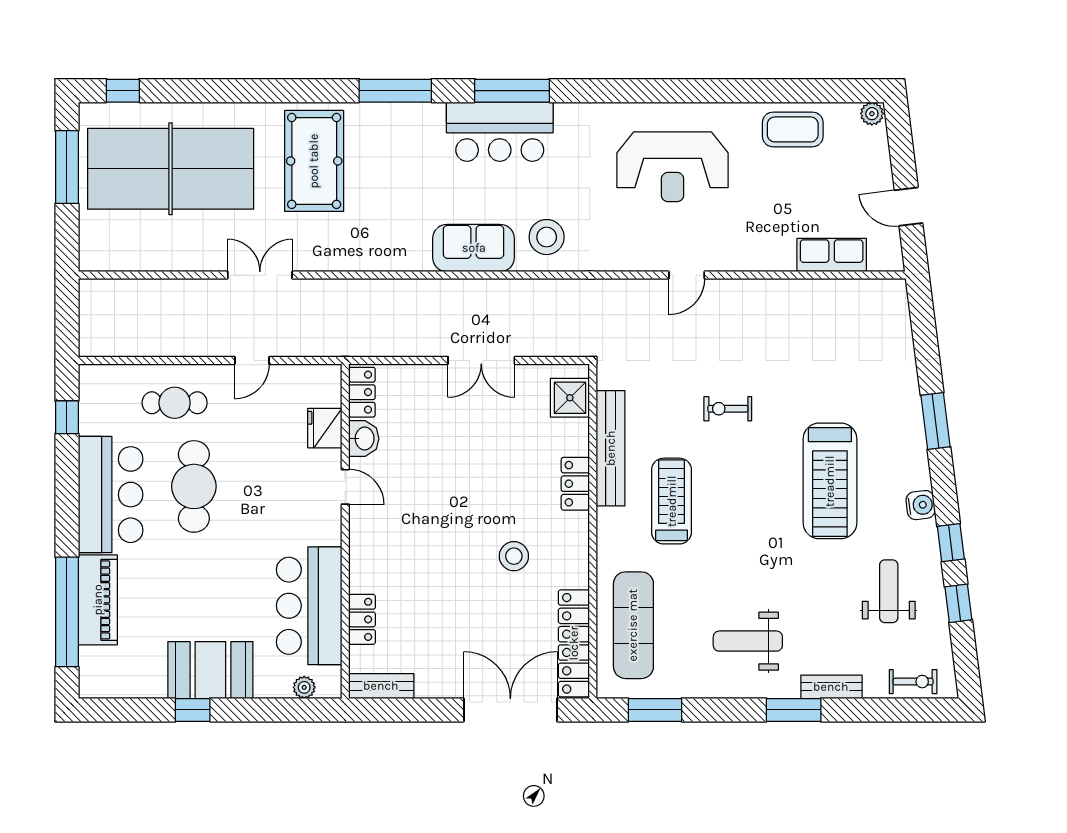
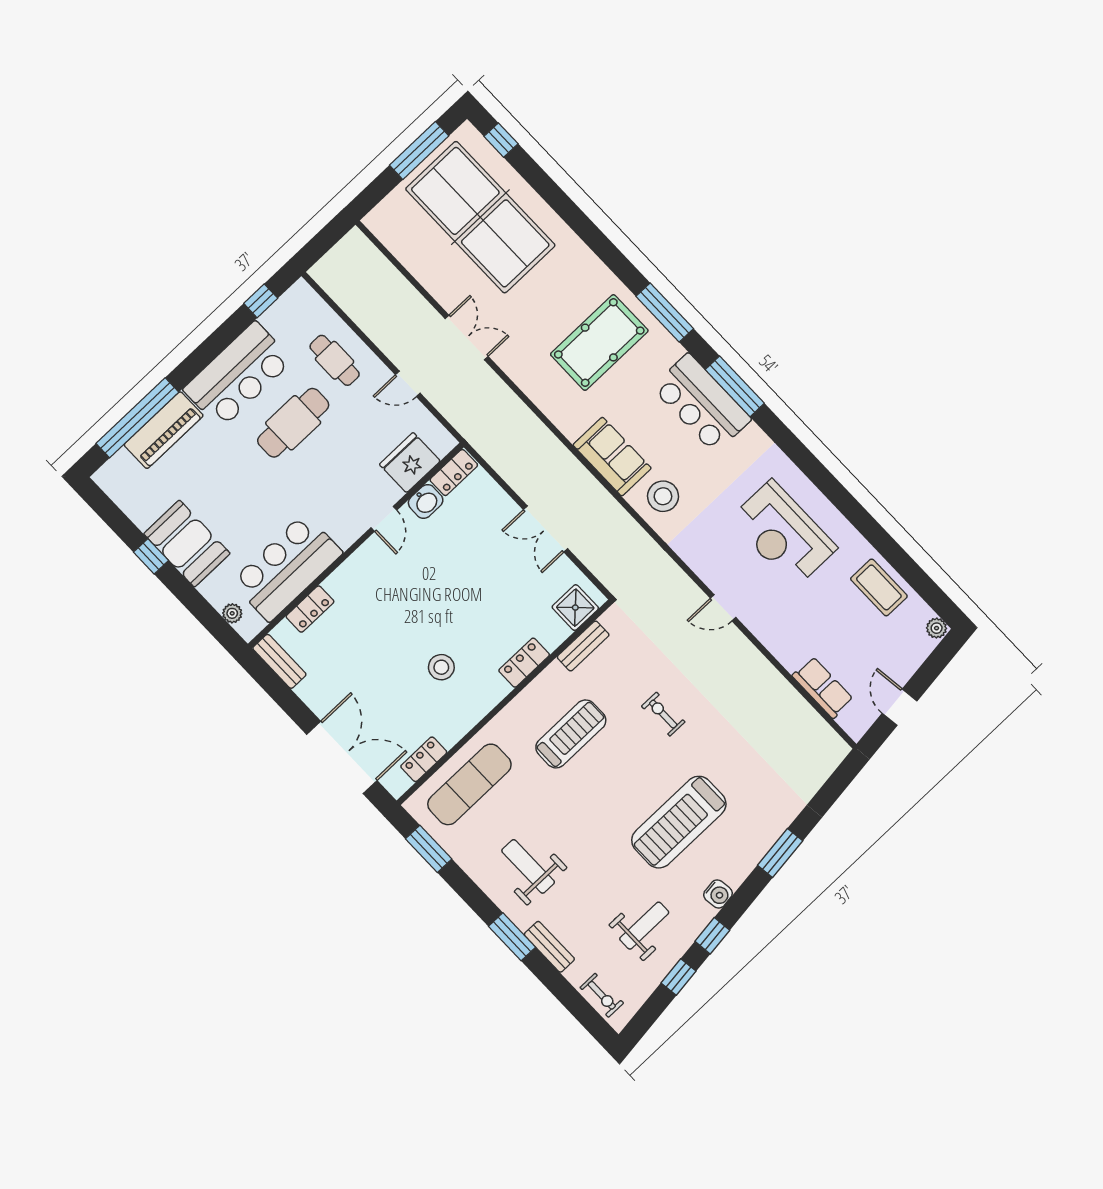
pool table: (314, 161) -> (599, 343), moved
fridge: (325, 428) -> (410, 463), width x1.36, depth x1.34
bench: (611, 448) -> (583, 646), width x0.54, depth x0.82
locker: (574, 643) -> (424, 759), width x0.46, depth x0.83

